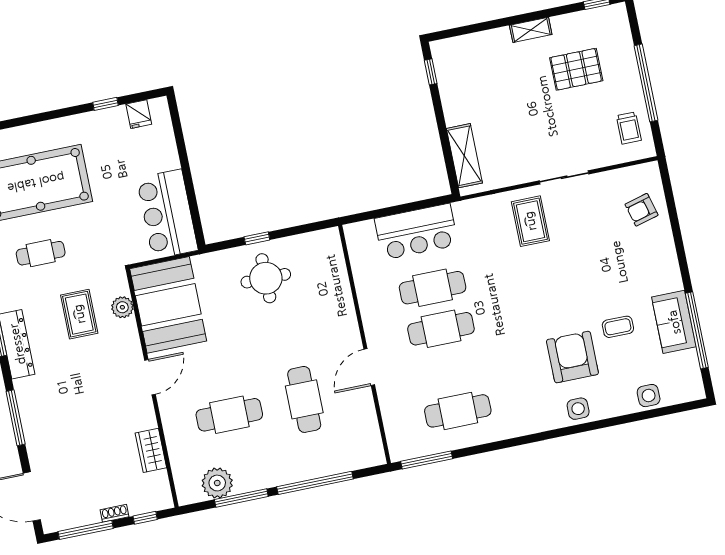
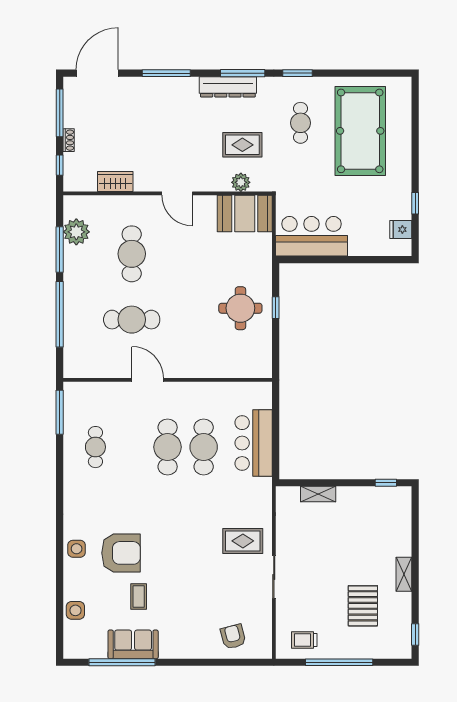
shelving: (464, 156) -> (318, 494), width x0.67, depth x0.75
booth: (168, 305) -> (245, 214), width x0.73, depth x0.70
cafe table: (458, 411) -> (95, 447), width x0.73, depth x0.74

